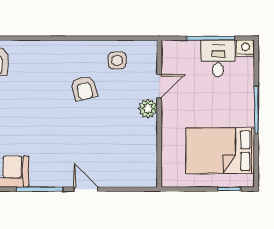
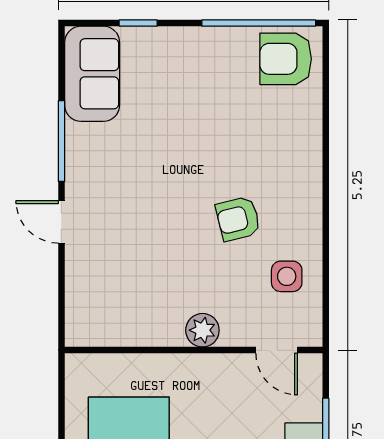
door: (159, 86) -> (277, 350), moved
door: (86, 189) -> (61, 222), swing flipped

